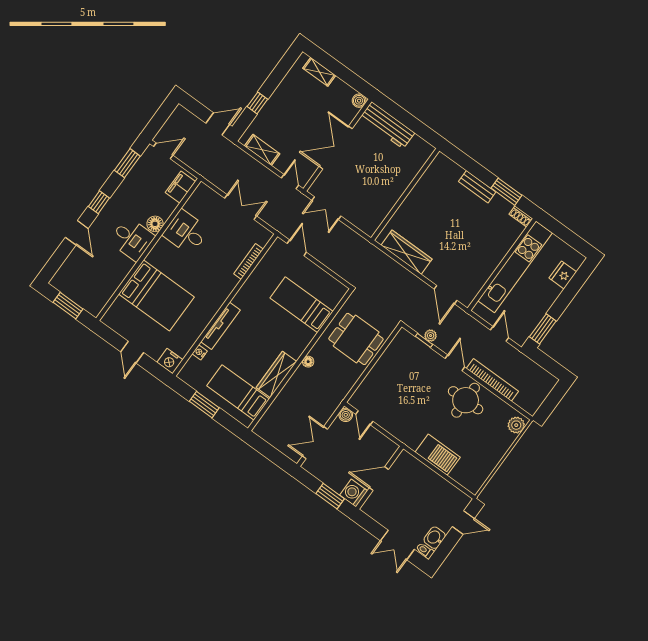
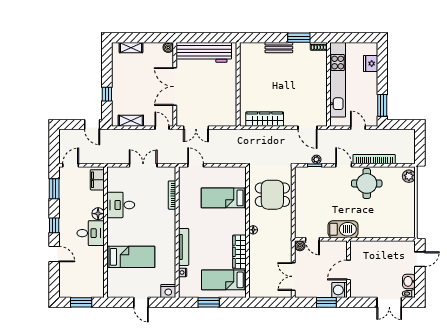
door: (218, 124) -> (92, 124), swing flipped
workbench: (387, 125) -> (204, 52), width x1.36, depth x1.32
bed: (156, 295) -> (131, 257), width x0.67
barbecue: (438, 455) -> (343, 229), moved

